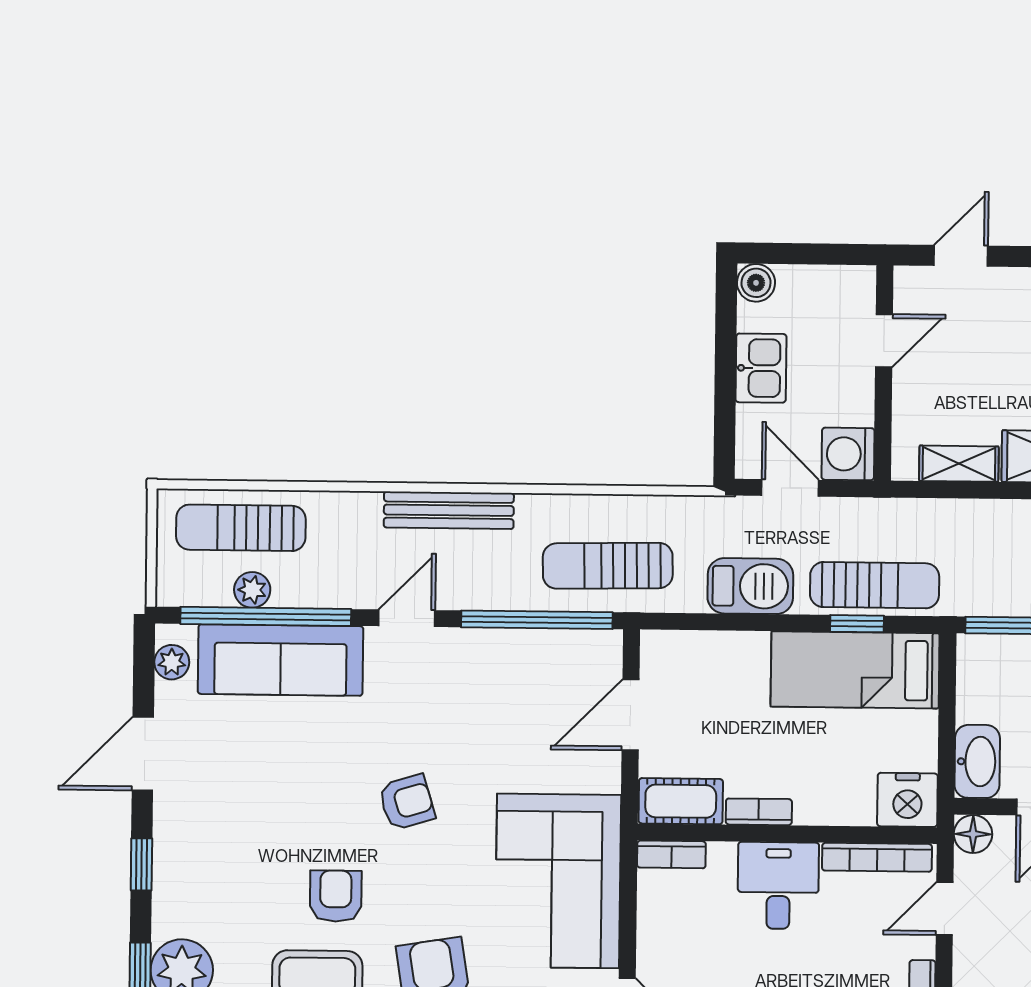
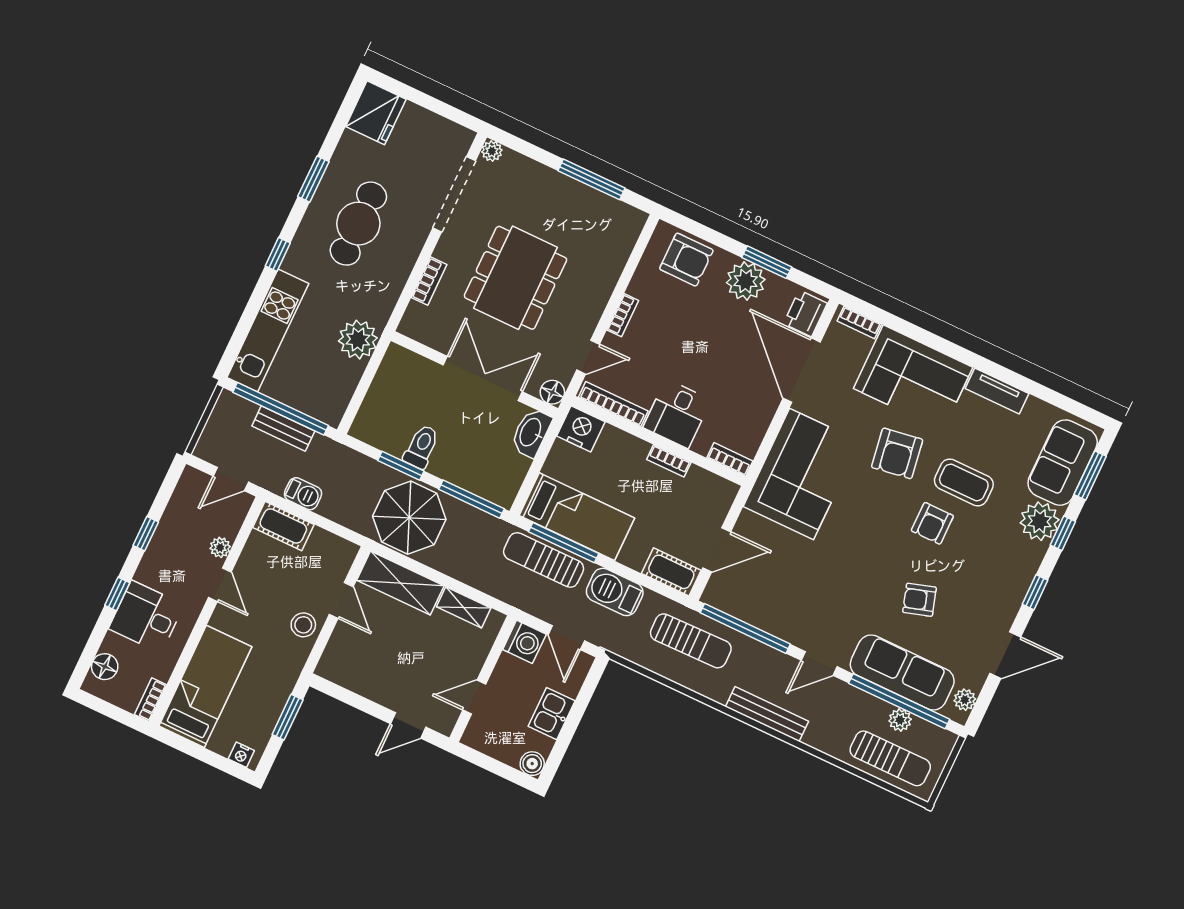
window: (857, 624) -> (564, 543), width x2.17
cot: (681, 801) -> (671, 572), moved
armchair: (407, 802) -> (919, 600), moved

